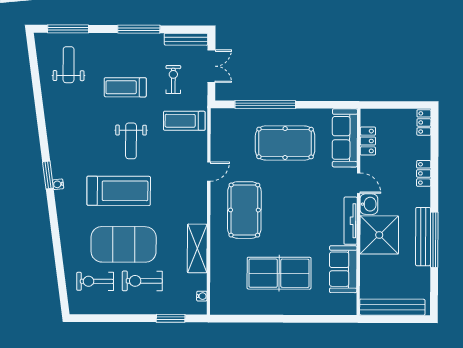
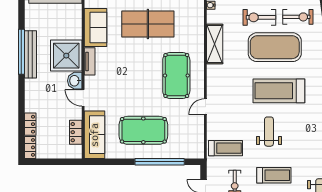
locker: (424, 173) -> (30, 124), moved
tv unit: (351, 221) -> (90, 61), width x0.71
exercise bike: (142, 281) -> (259, 17), turned 180

